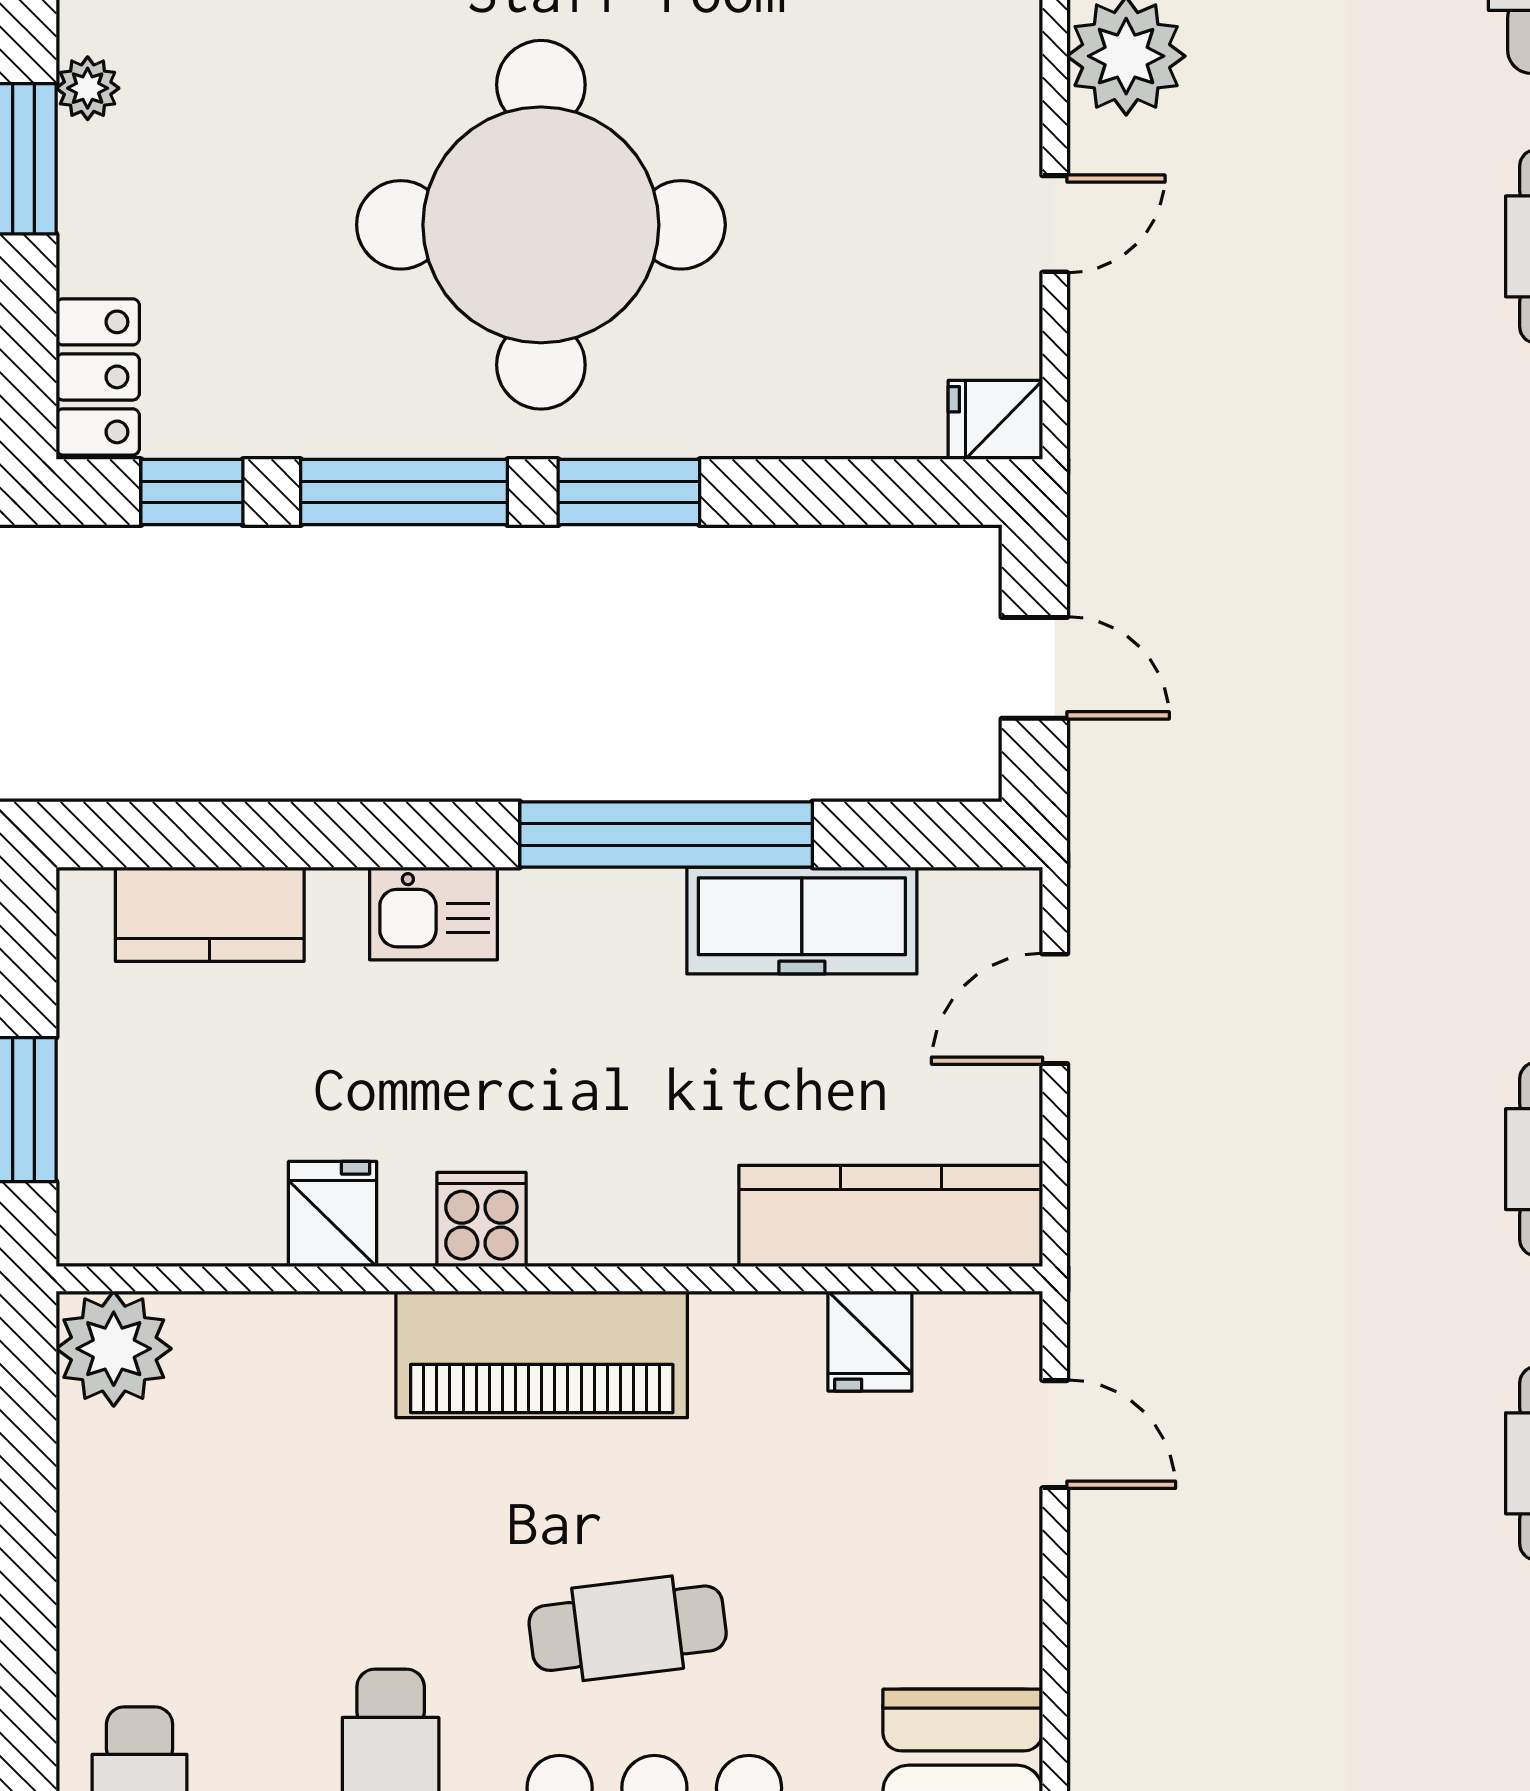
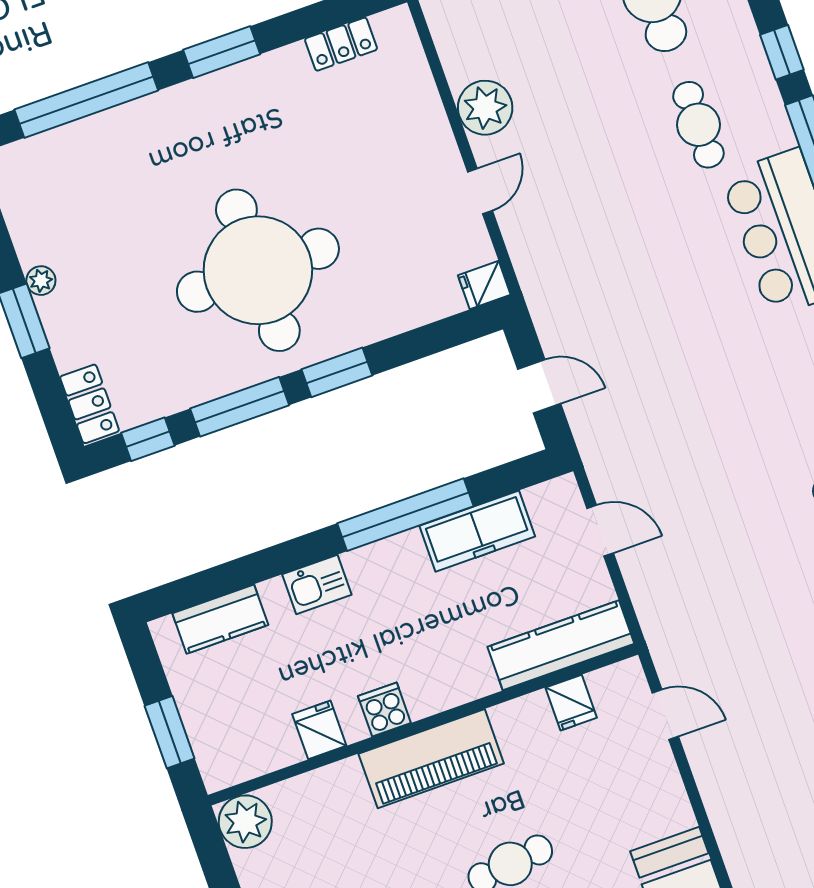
door: (1055, 1009) -> (600, 531), swing flipped

